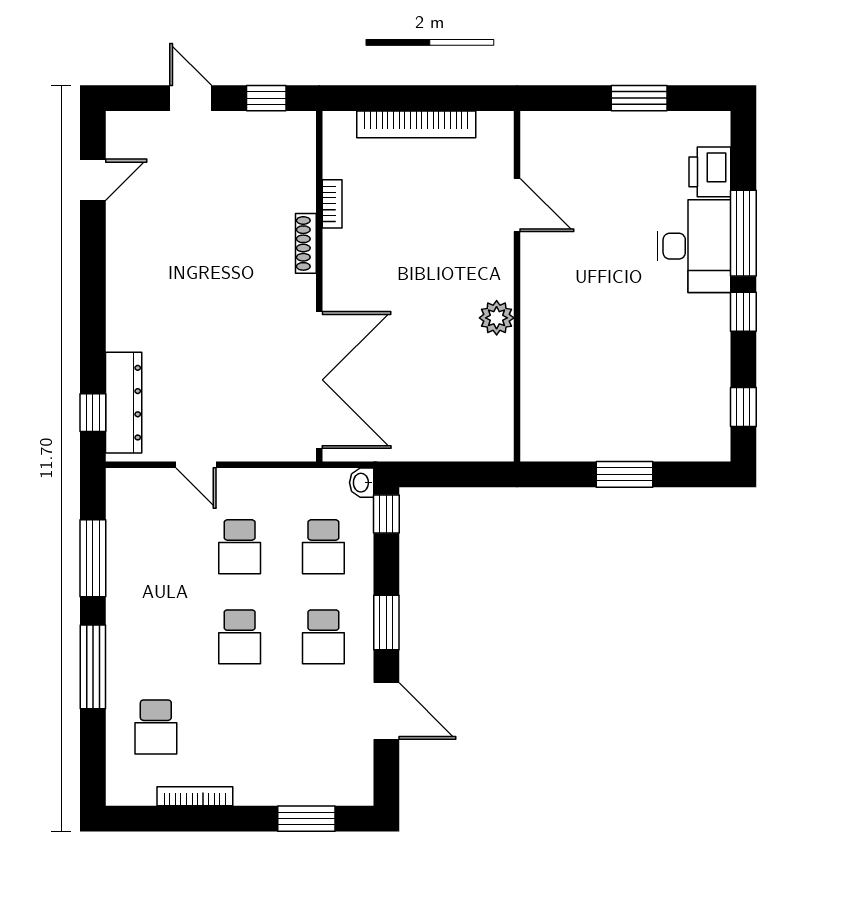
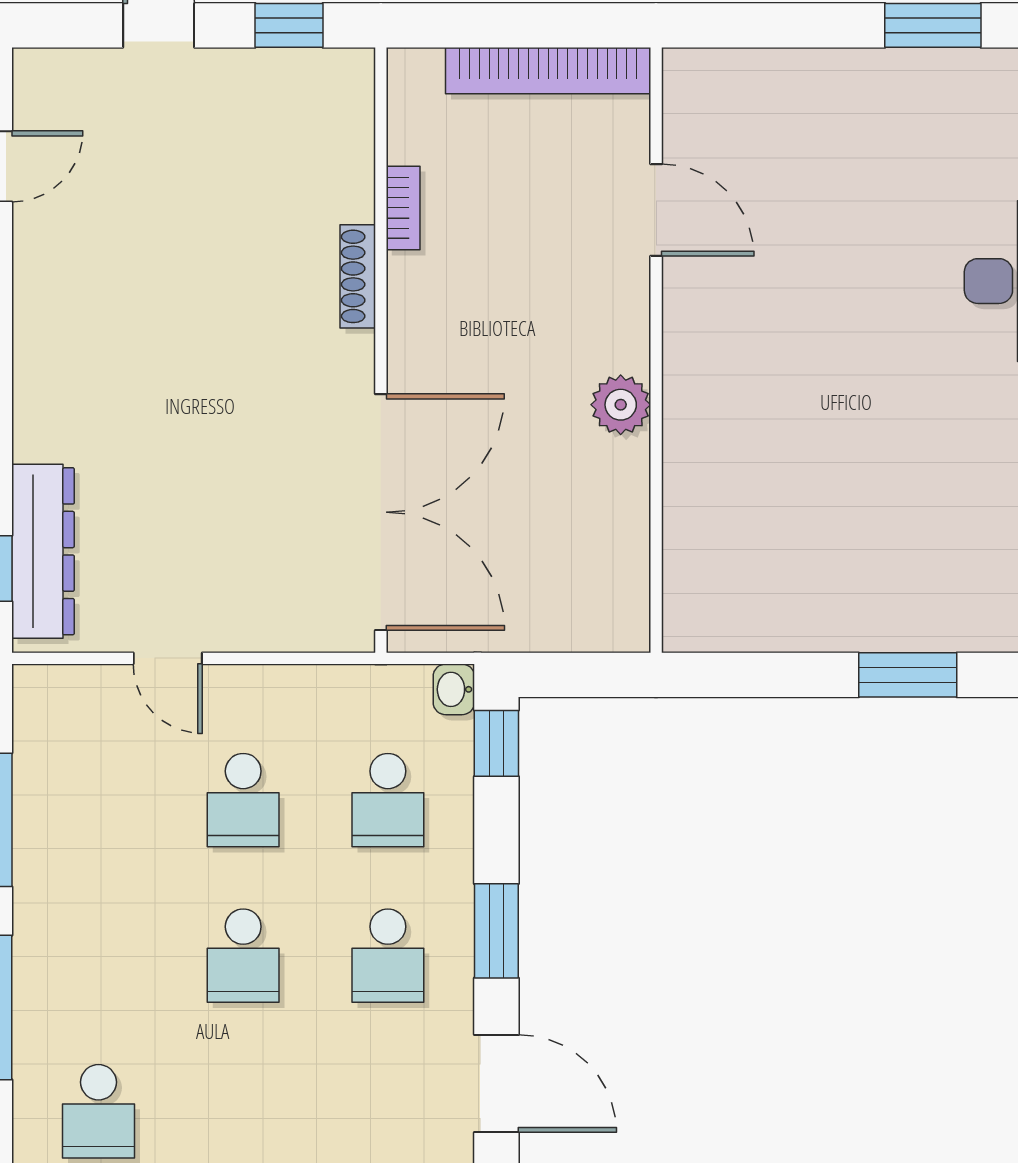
door: (517, 205) -> (656, 210), moved
wall: (517, 286) -> (656, 350), moved
plant: (497, 318) -> (621, 405), moved

